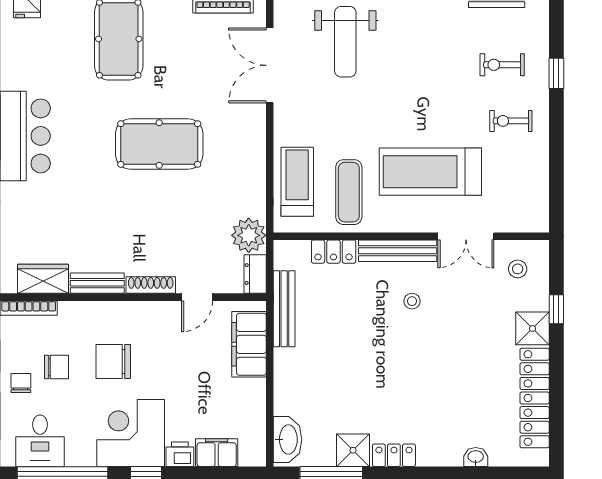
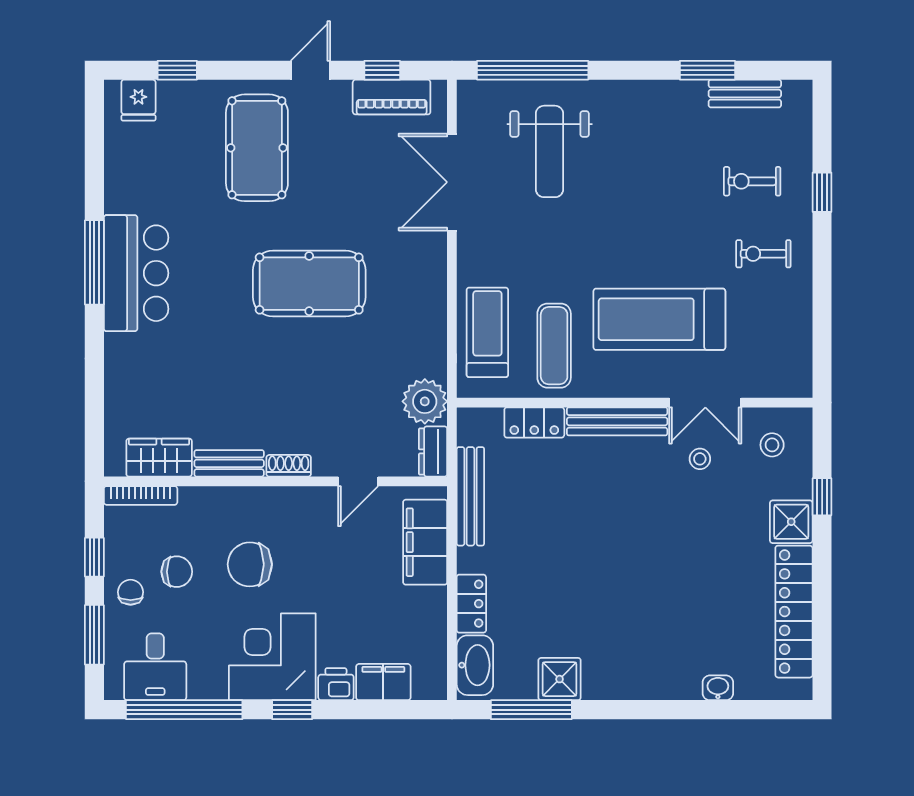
shoe rack: (151, 285) -> (289, 466), width x0.70
stool: (412, 301) -> (700, 459), moved
locker: (394, 455) -> (471, 604), moved, turned 90

